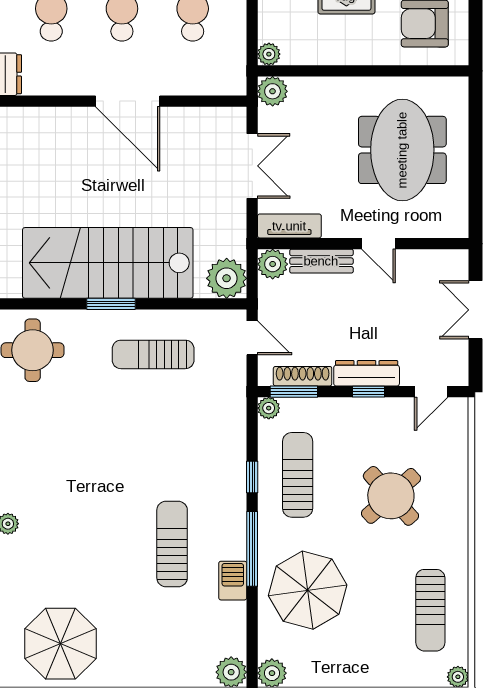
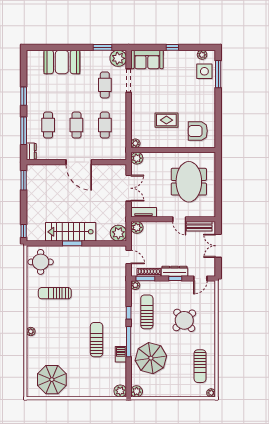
bench: (321, 261) -> (199, 226), moved
stairs: (108, 263) -> (71, 232), width x0.73, depth x0.66
sun lounger: (153, 354) -> (55, 293), moved

